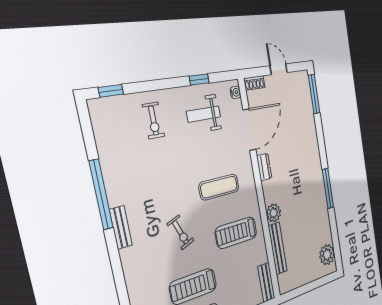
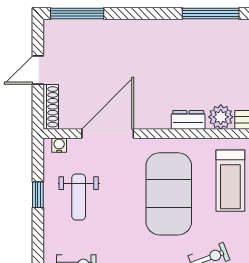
shoe rack: (254, 83) -> (51, 107), width x1.43
door: (249, 130) -> (108, 134), hinge flipped
dresser: (264, 167) -> (188, 120), moved
exercise mat: (219, 187) -> (169, 194), width x2.00, depth x1.45

